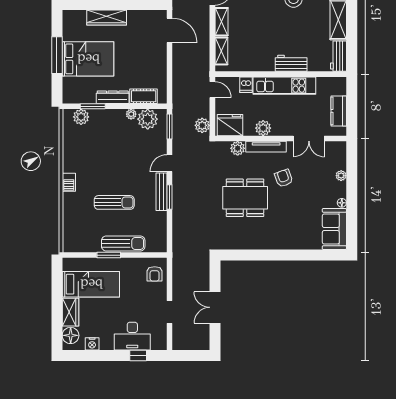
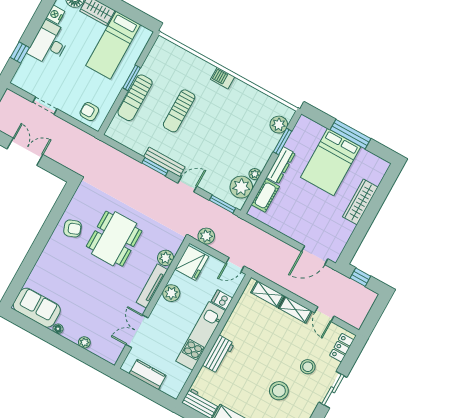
door: (169, 163) -> (187, 185), hinge flipped
armchair: (284, 178) -> (72, 228), moved
desk: (132, 336) -> (49, 43), moved

